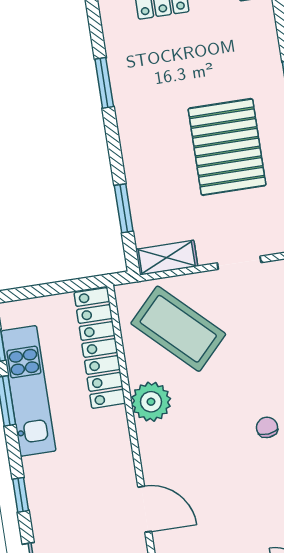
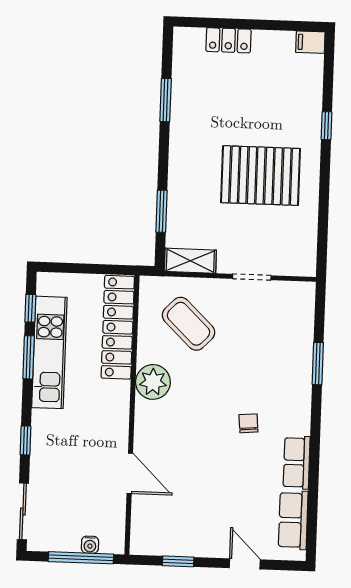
pallet: (227, 147) -> (261, 176), turned 90
coffee table: (178, 329) -> (189, 324), width x0.73, depth x0.76

